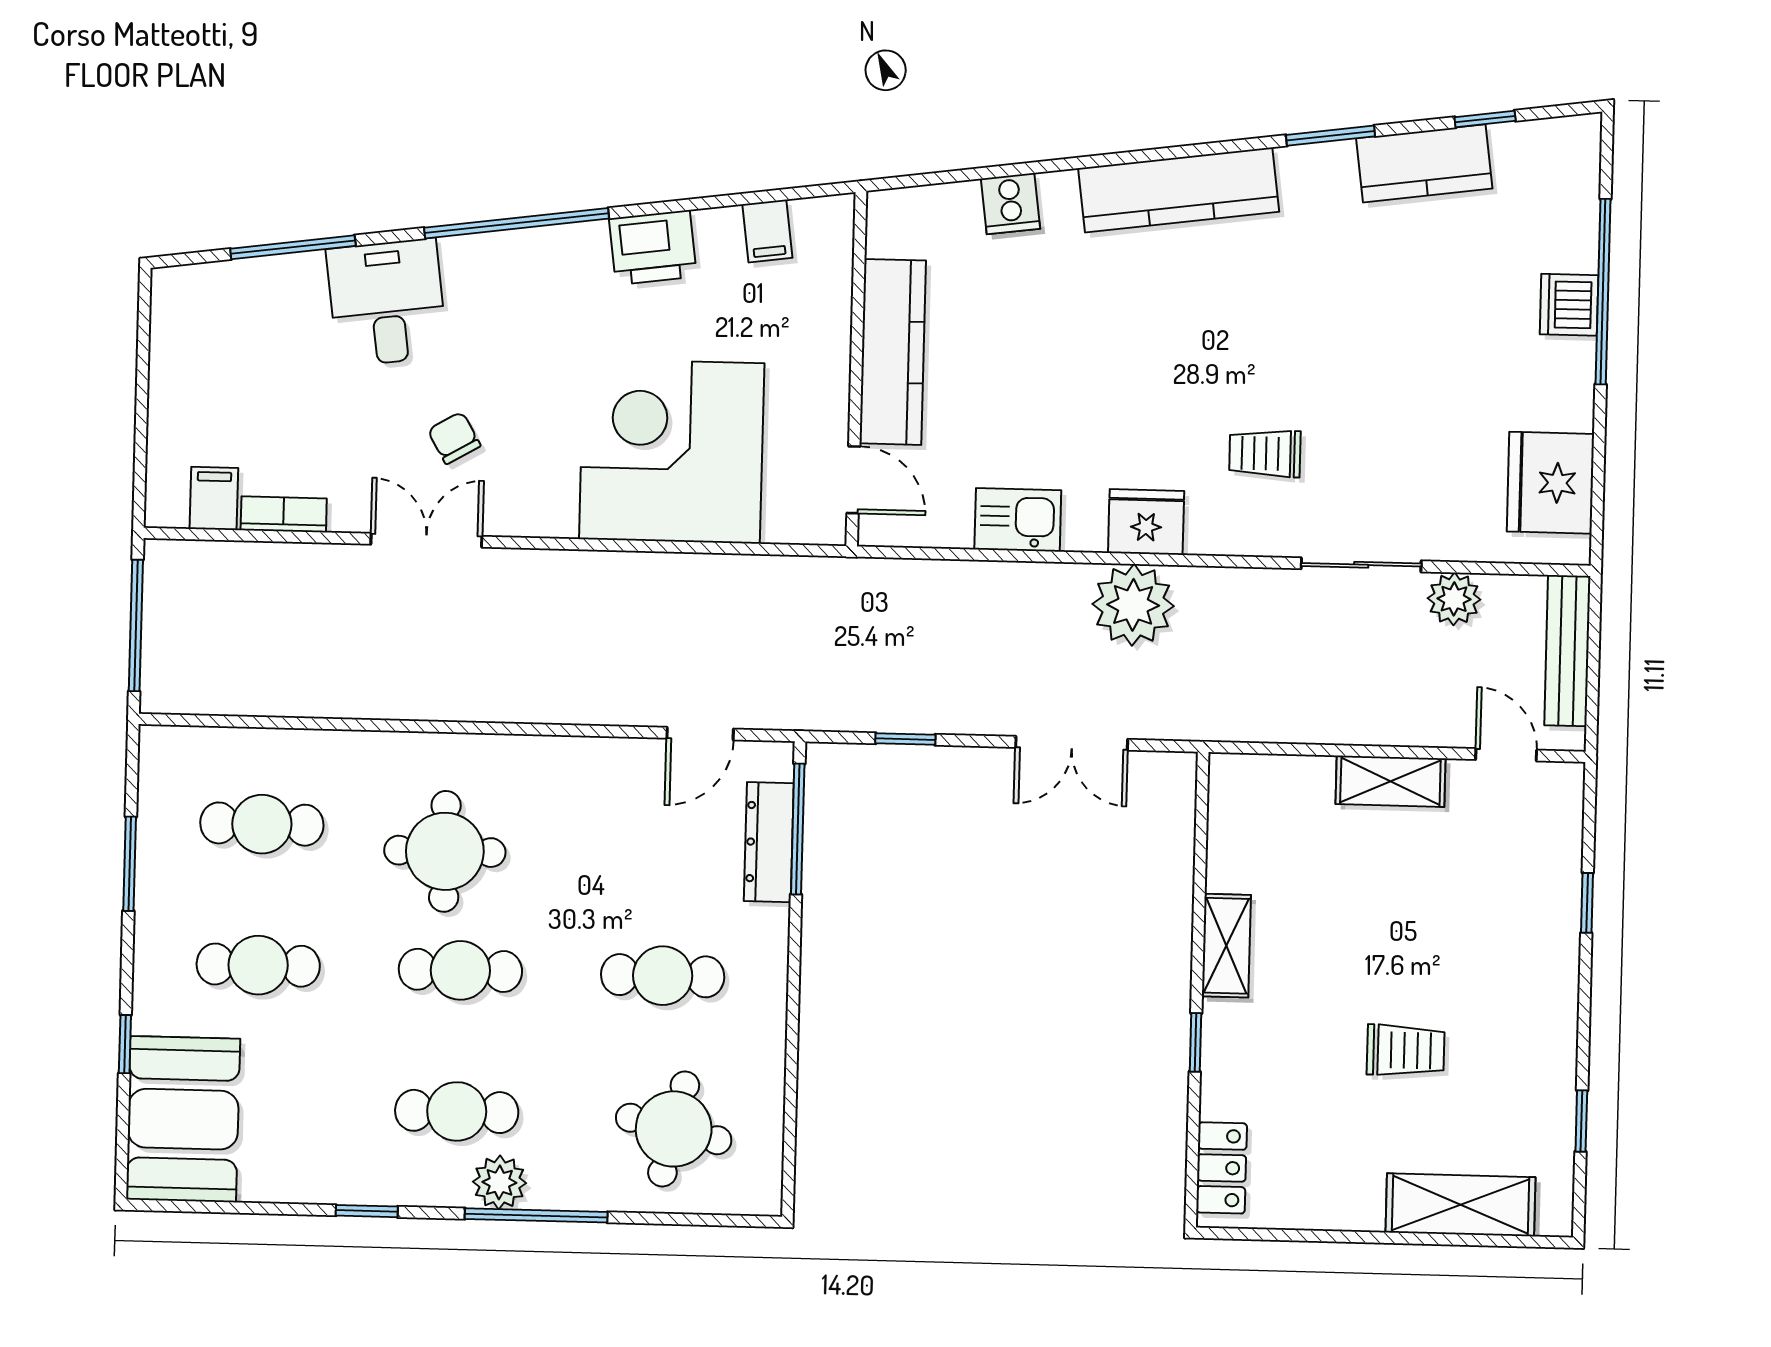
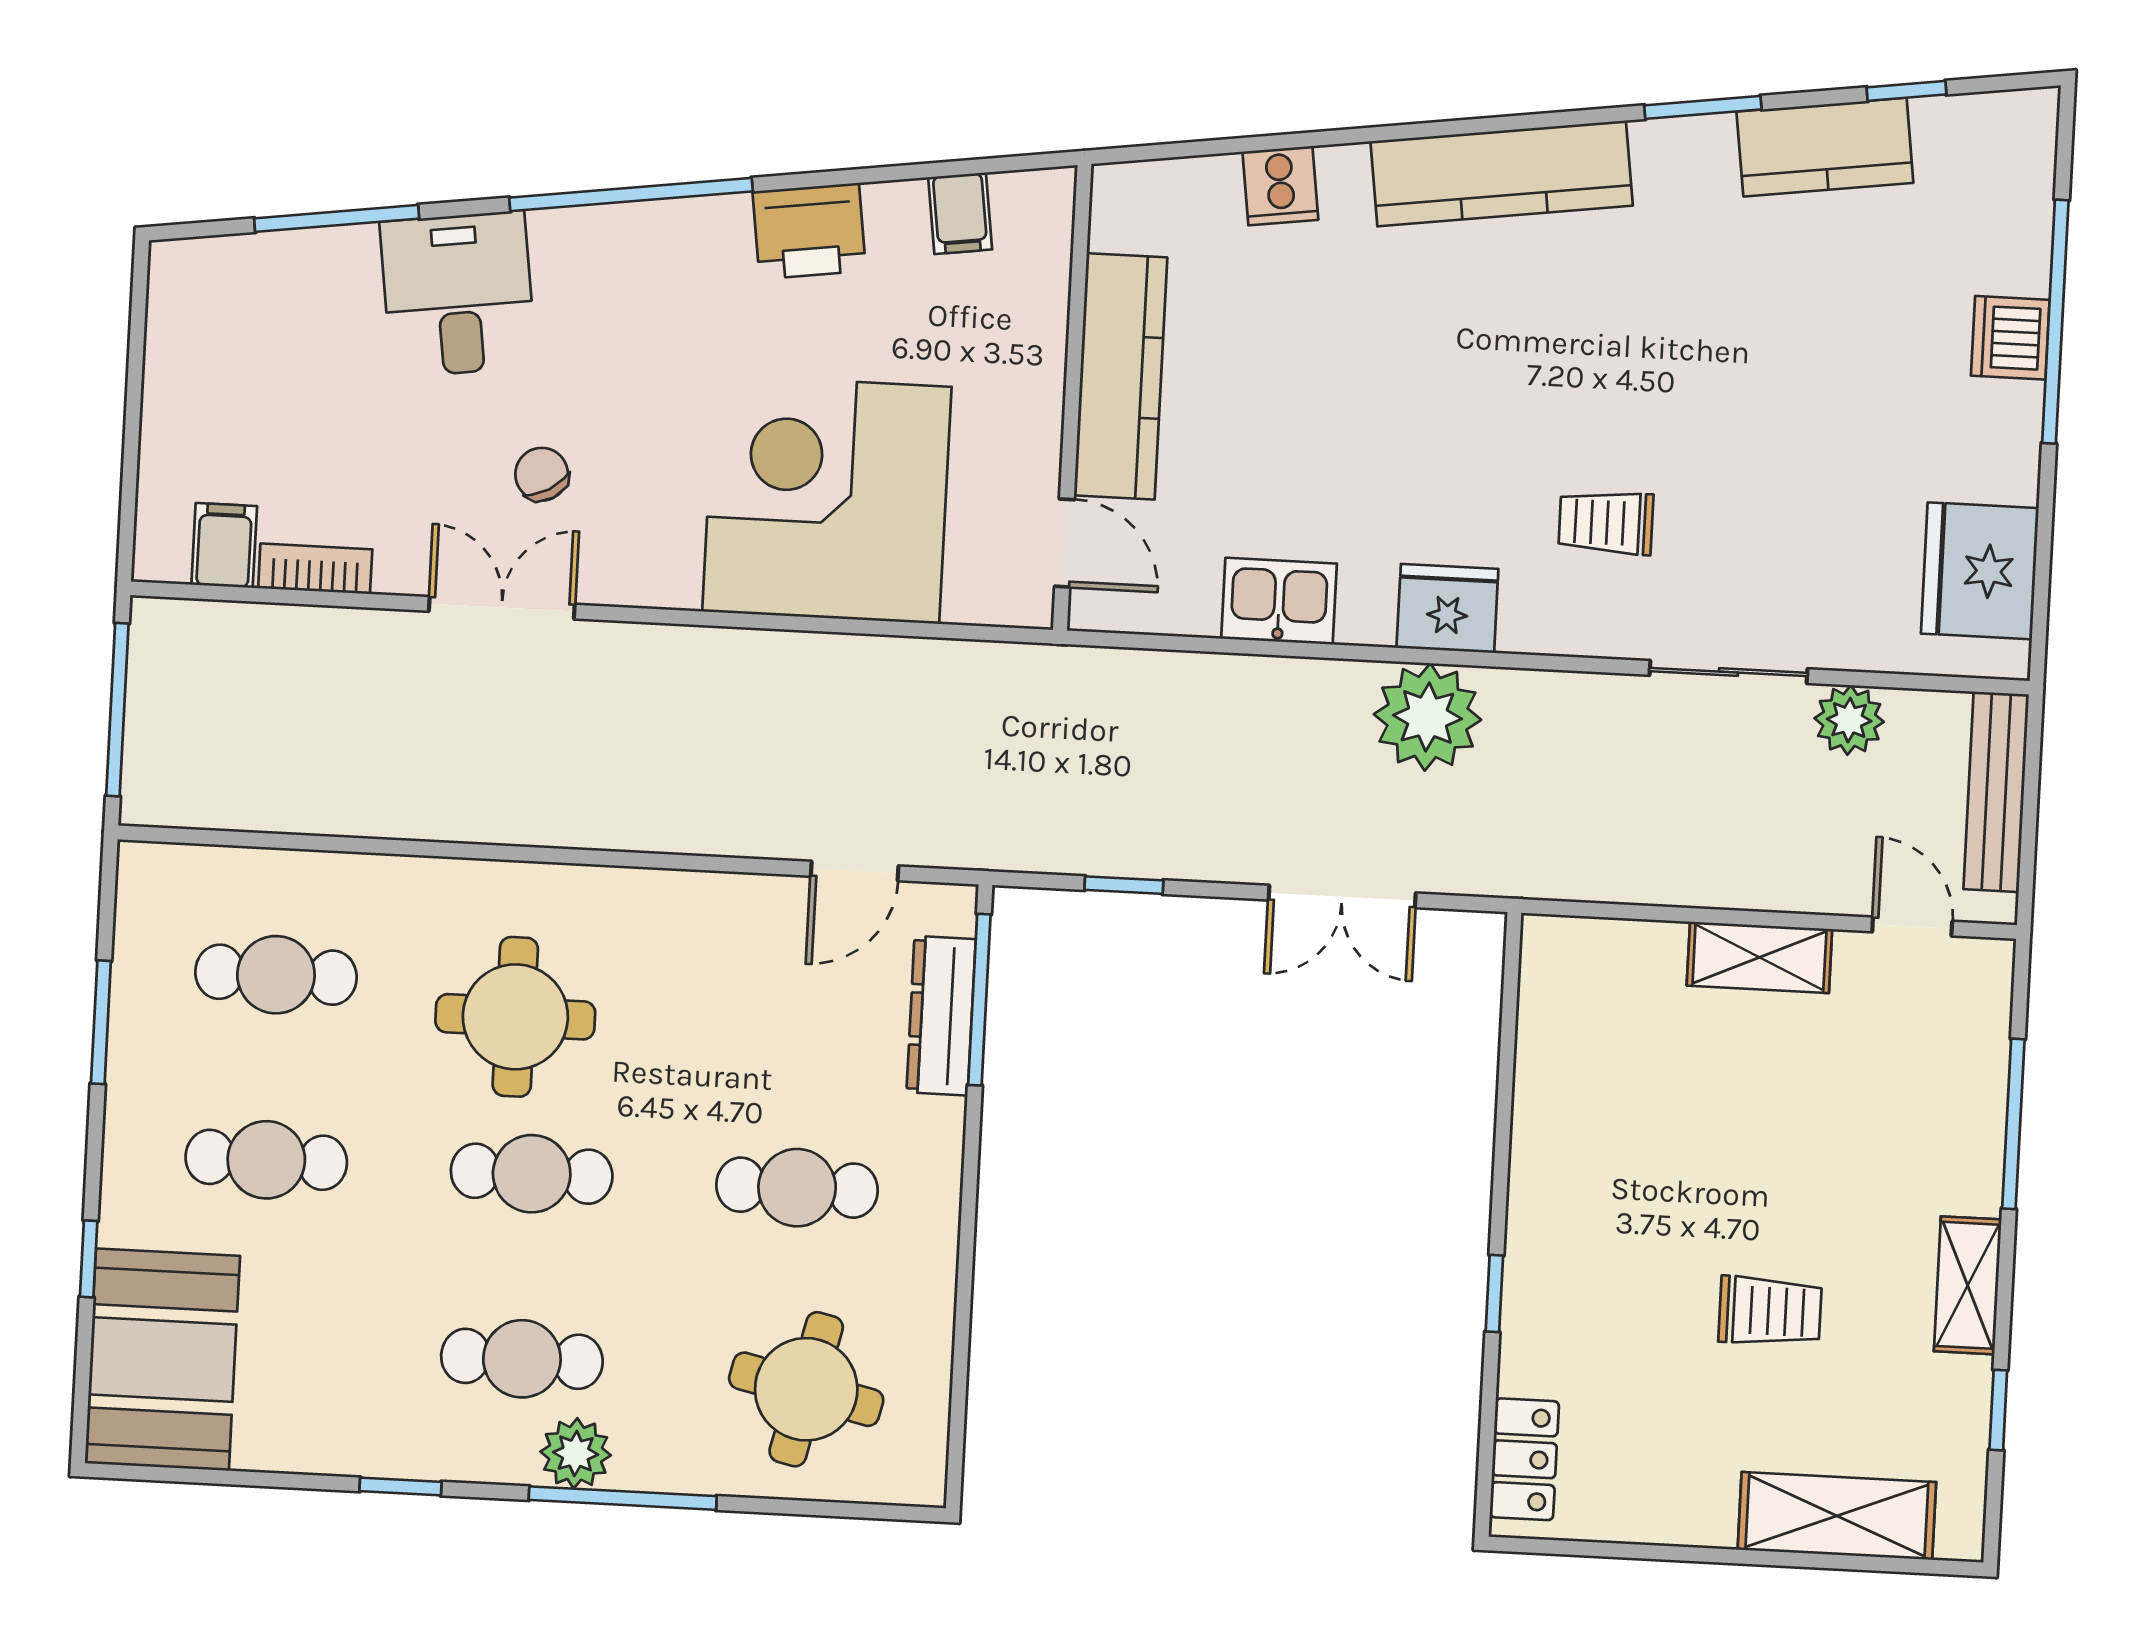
window: (1587, 903) -> (2013, 1124), width x2.17
shelving: (1226, 946) -> (1968, 1285), moved

